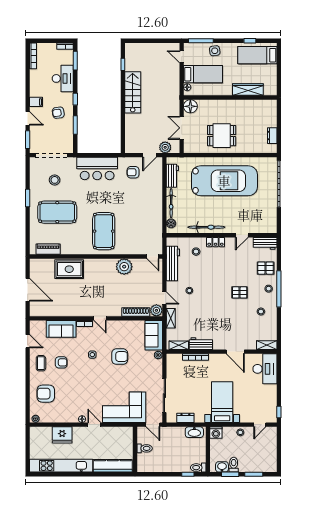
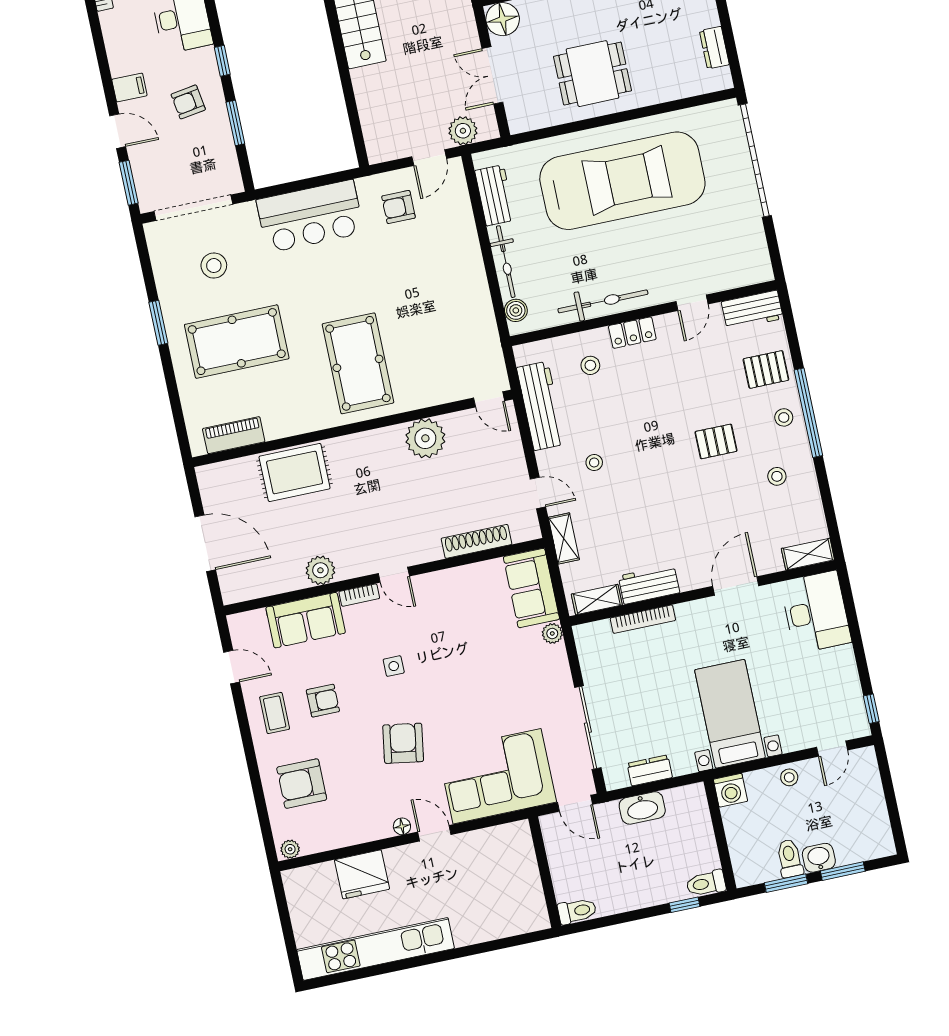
plant: (156, 310) -> (320, 570), moved
door: (235, 352) -> (736, 586), swing flipped
armchair: (120, 357) -> (403, 743), moved, turned -81
washbasin: (194, 432) -> (642, 808), moved
toilet: (145, 448) -> (577, 911), moved
kitchen counter: (113, 466) -> (500, 923), removed
washbasin: (222, 467) -> (819, 858), moved

